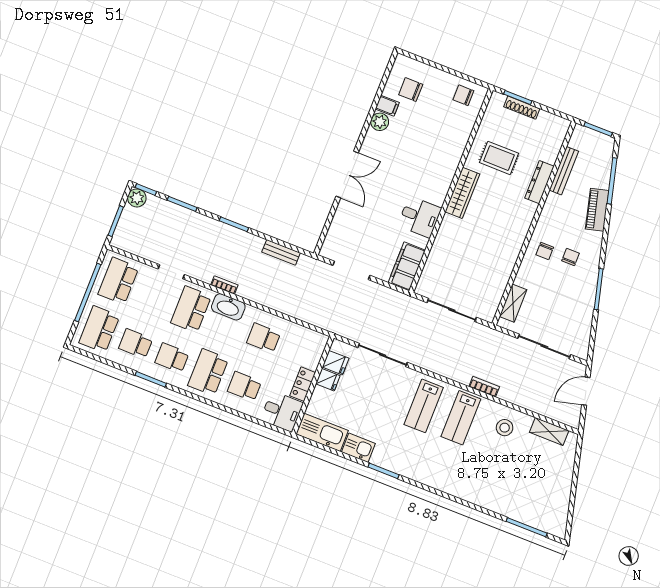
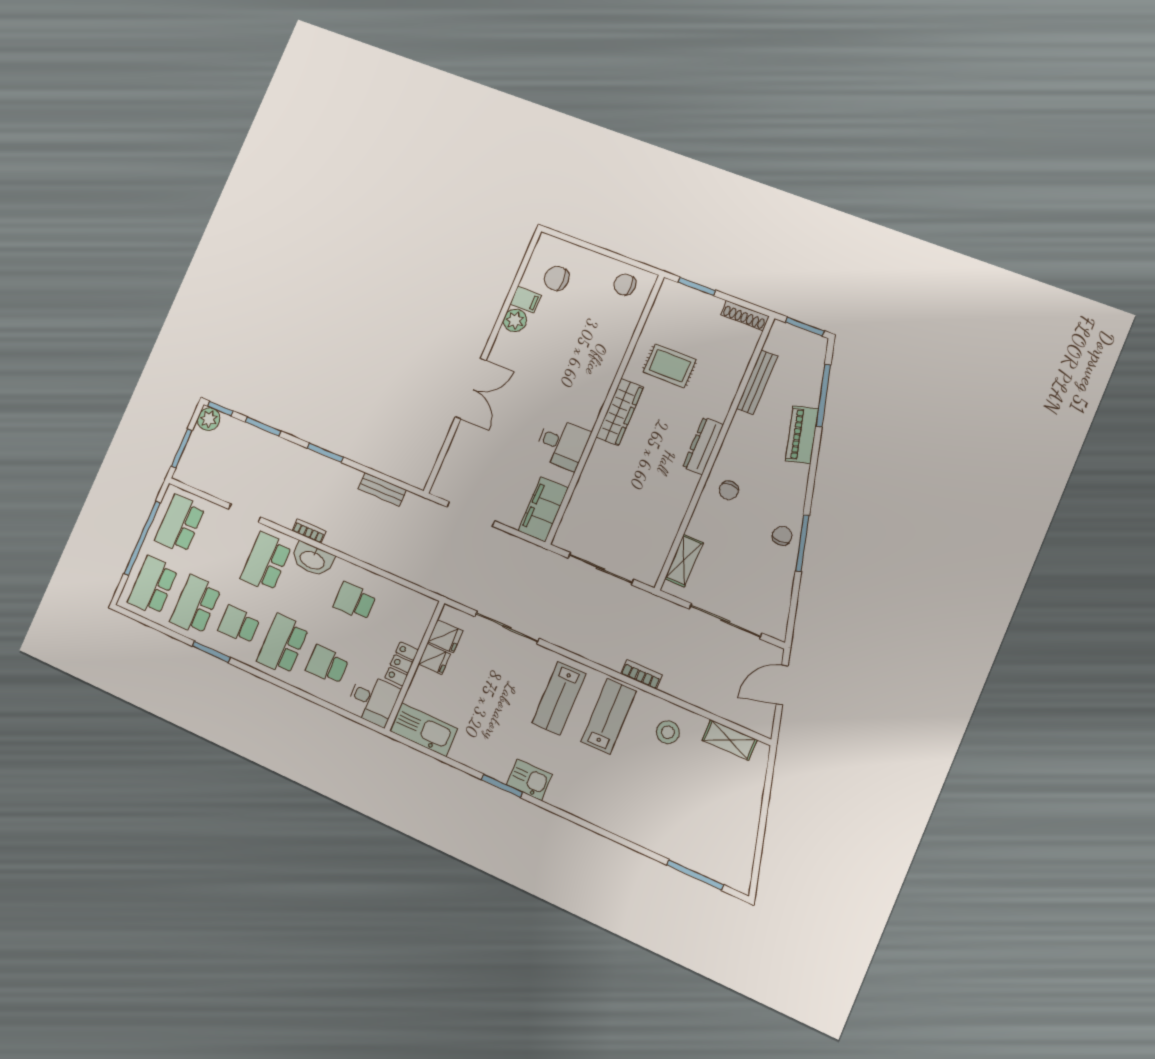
shoe rack: (522, 108) -> (745, 315), moved
dresser: (539, 182) -> (703, 446), moved
chair: (571, 257) -> (782, 536), moved
school desk: (136, 344) -> (196, 605), width x1.85
lab bench: (461, 418) -> (609, 716), turned 180
kitchen sink: (358, 448) -> (529, 780), moved

